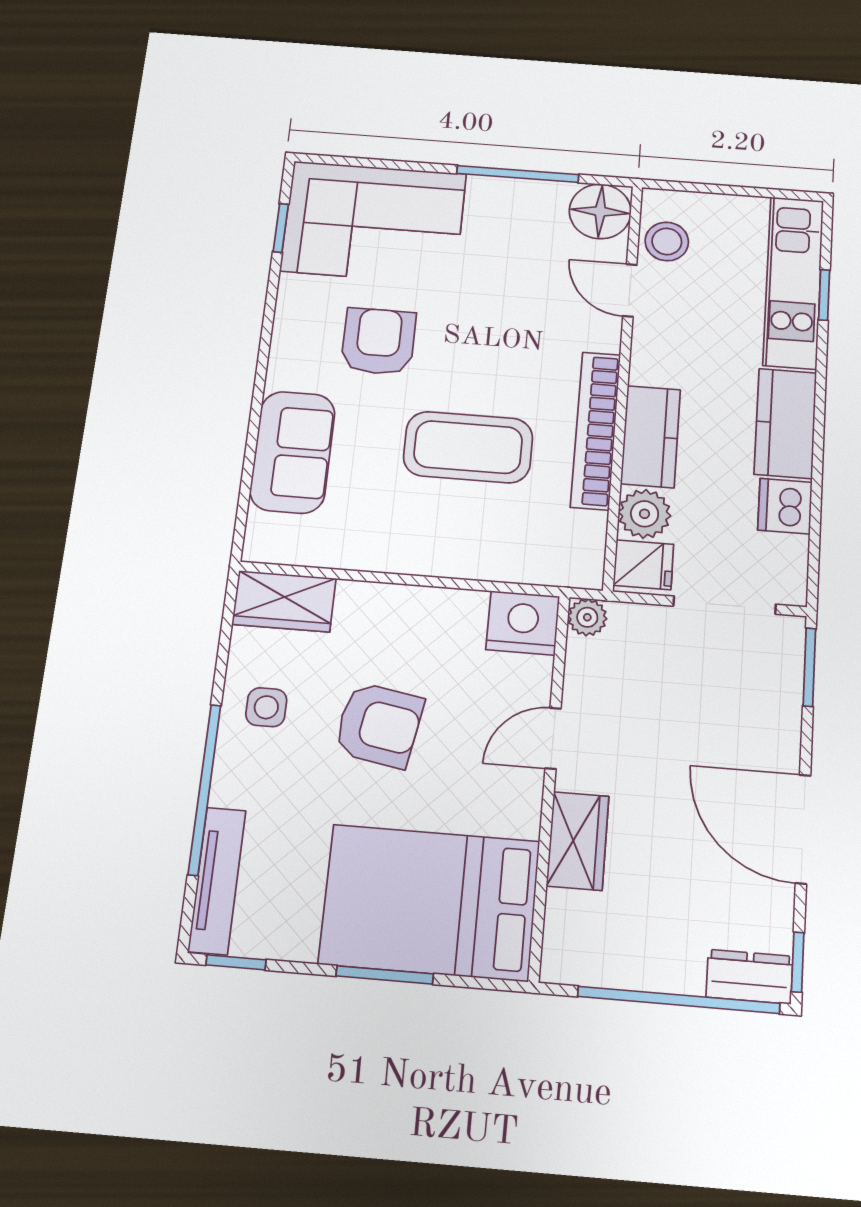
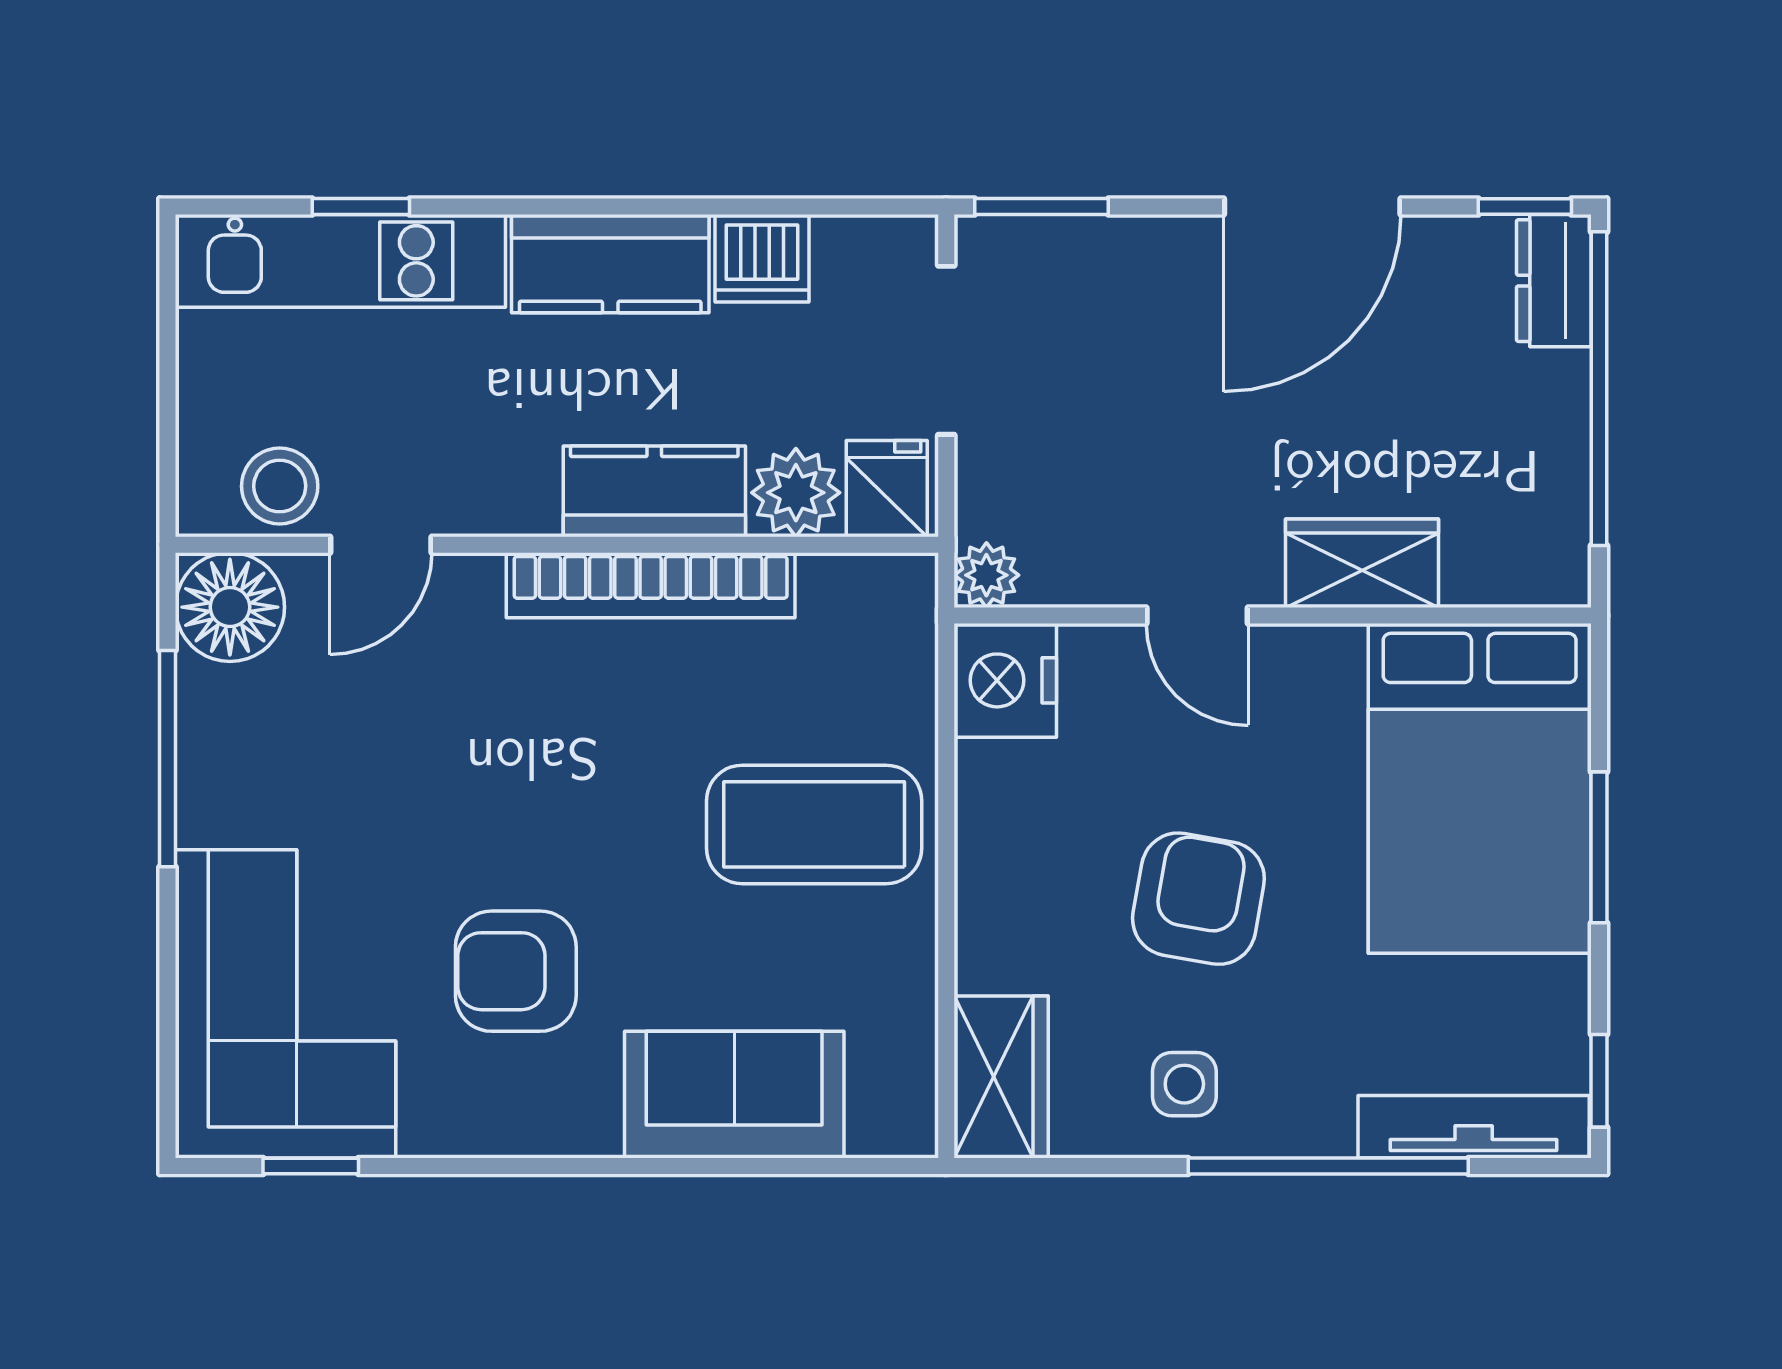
coffee table: (468, 447) -> (814, 824), moved, turned 90

